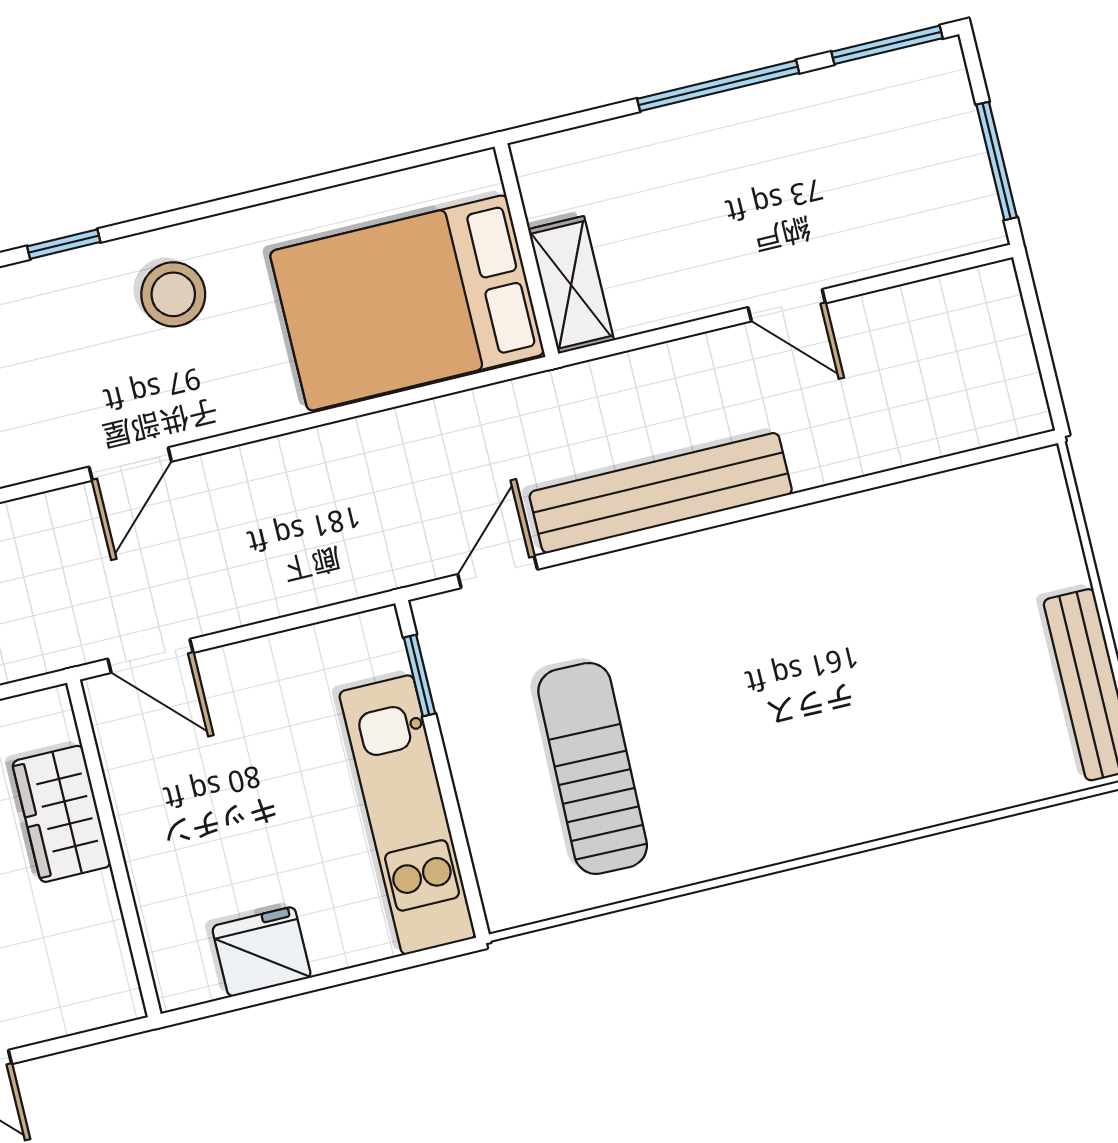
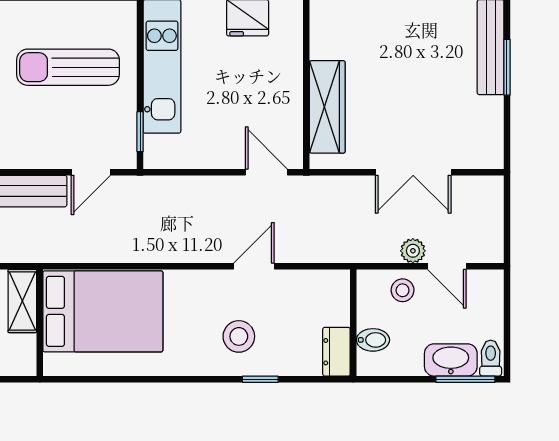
stool: (173, 294) -> (239, 336), moved
sun lounger: (593, 768) -> (68, 67), turned 89
wardrobe: (62, 814) -> (327, 107), width x1.50

